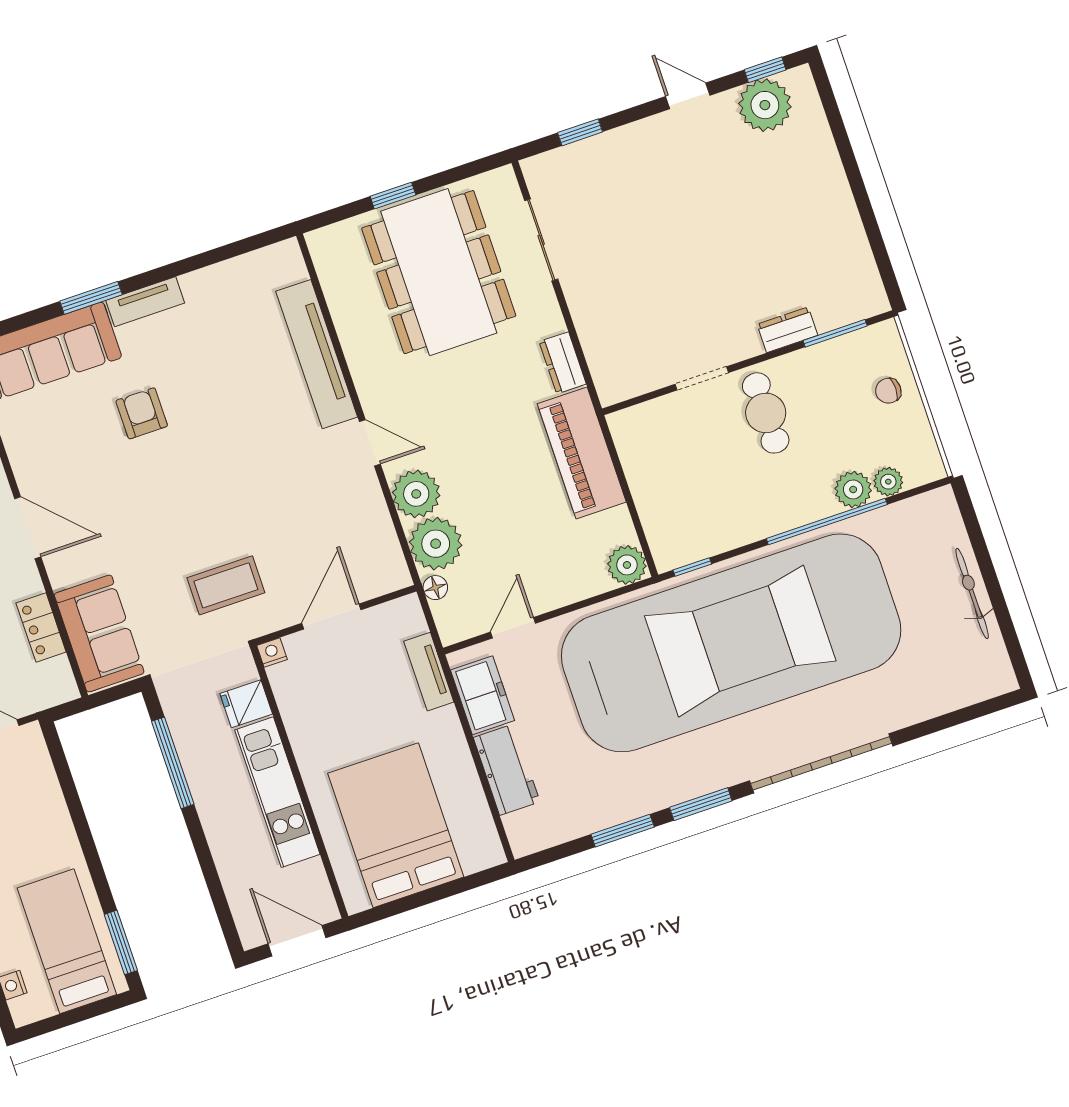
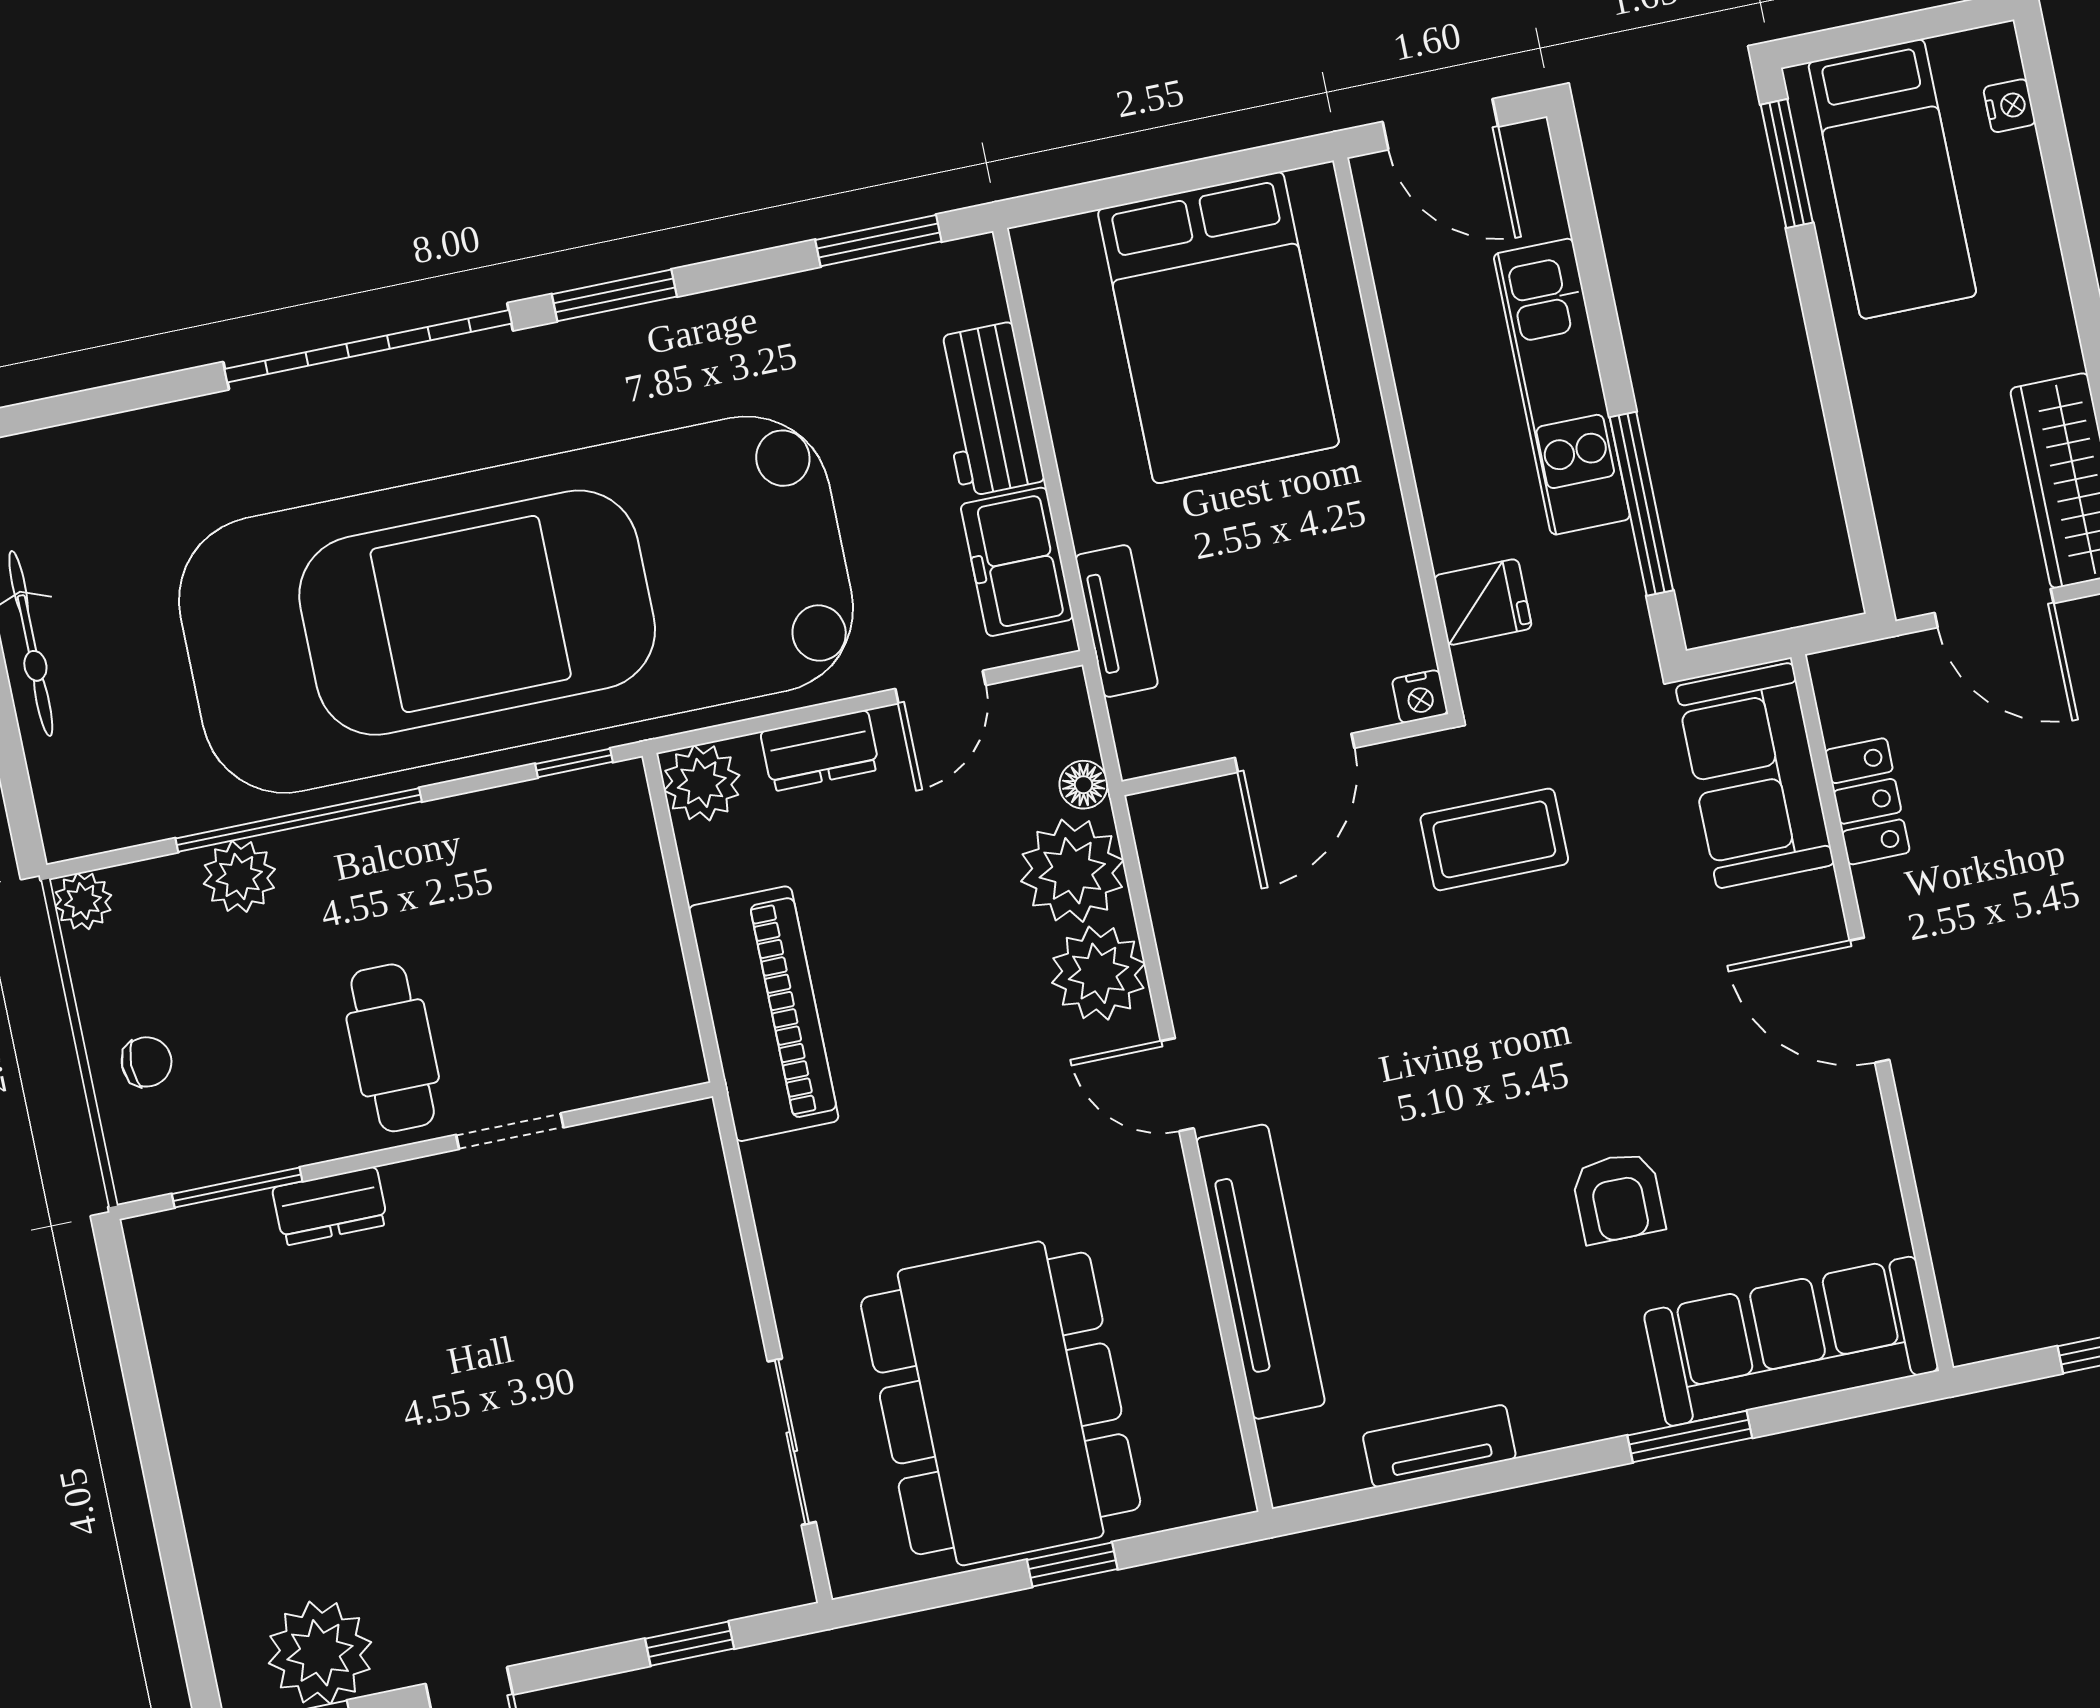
tv unit: (145, 302) -> (1439, 1446), moved
dresser: (563, 363) -> (820, 751), moved, turned 90
plant: (888, 482) -> (83, 901), moved
kitchen unit: (277, 792) -> (1562, 387), moved, turned 180
window: (623, 831) -> (878, 241), moved

